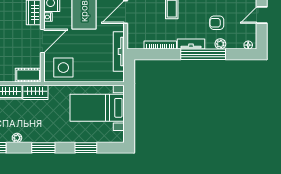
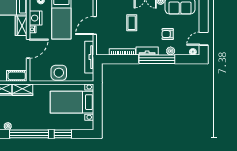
door: (262, 15) -> (204, 39), moved
side table: (63, 68) -> (59, 73), moved
window: (43, 148) -> (29, 134), width x2.11

